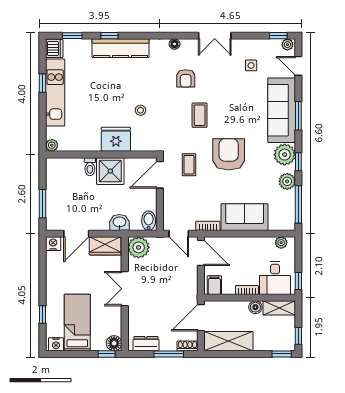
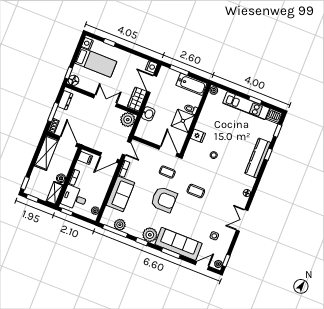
armchair: (186, 78) -> (222, 192), removed
fridge: (116, 139) -> (198, 136), width x0.53, depth x0.75
bathtub: (55, 179) -> (191, 84), added
plant: (287, 181) -> (120, 225), moved
bidet: (149, 221) -> (142, 133), removed
door: (179, 234) -> (126, 148), swing flipped

